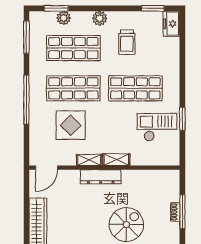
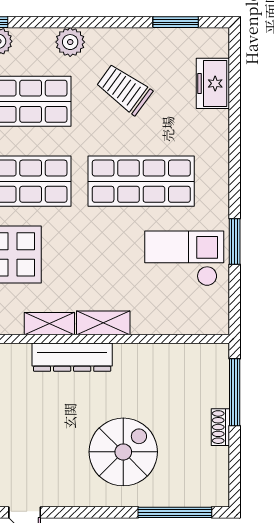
freezer: (171, 24) -> (213, 83), moved
trolley: (127, 42) -> (124, 89), turned 126
window: (182, 212) -> (235, 392), moved

